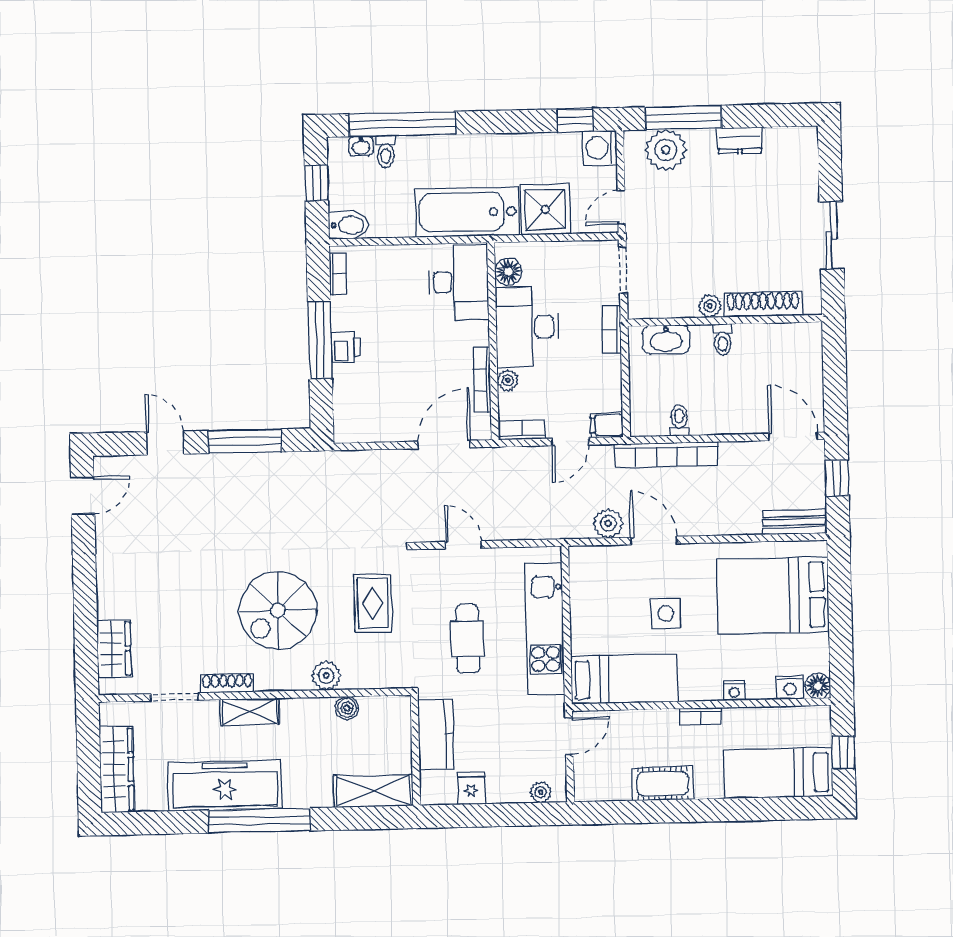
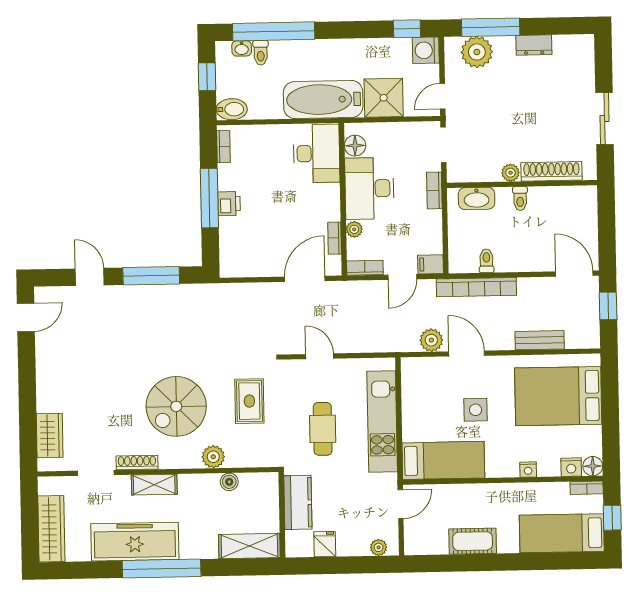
bookcase: (482, 380) -> (335, 238), width x0.64
bench: (794, 522) -> (540, 340), moved
bookcase: (700, 716) -> (587, 488), moved

